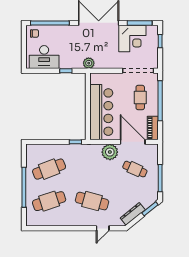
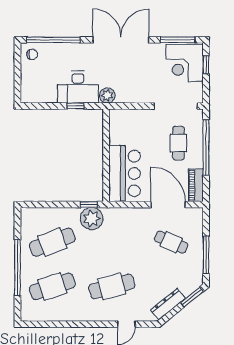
corner desk: (132, 38) -> (185, 63), moved, turned 90
desk: (44, 57) -> (78, 87), moved
bar counter: (101, 112) -> (125, 174), width x0.73
plant: (110, 152) -> (92, 219), moved
cafe table: (92, 201) -> (112, 286), turned -30

